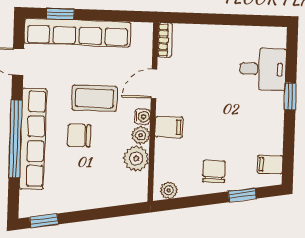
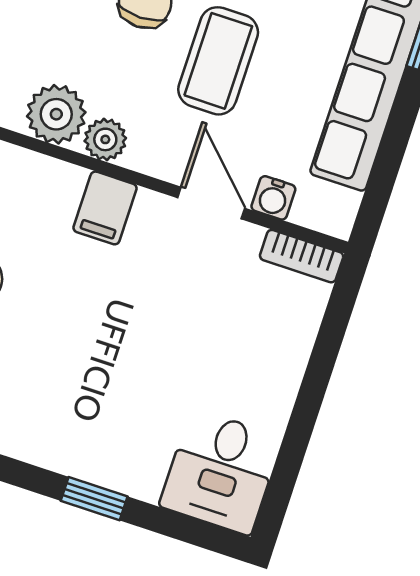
desk: (263, 69) -> (221, 472), moved
water cooler: (142, 117) -> (273, 198), moved

